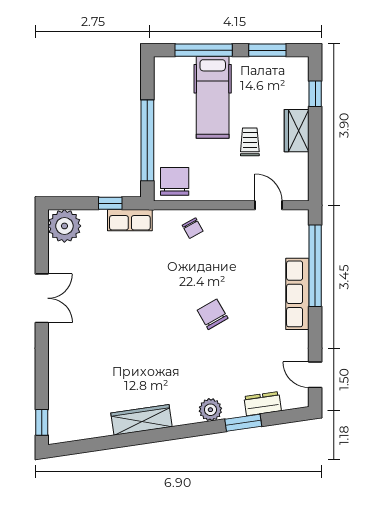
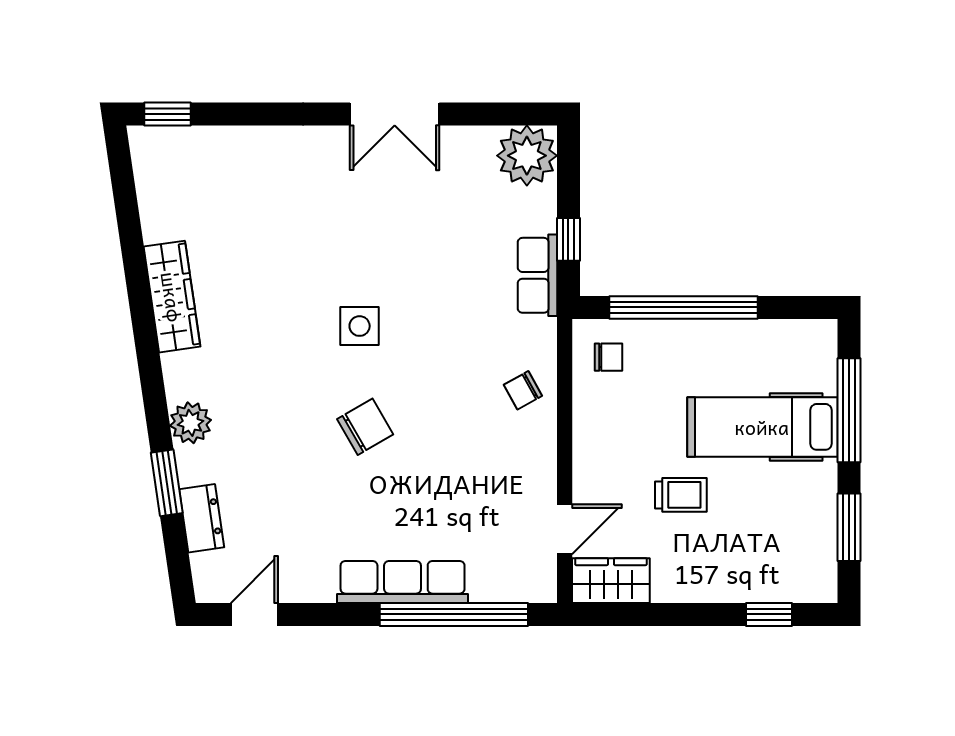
wardrobe: (297, 131) -> (611, 581), moved
chair: (175, 181) -> (608, 357), width x0.54, depth x0.54
side table: (158, 317) -> (360, 326), added

